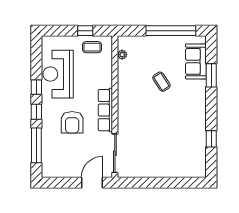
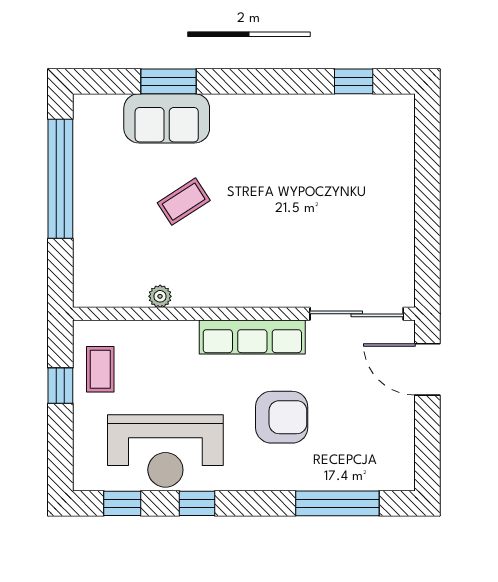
plant: (122, 55) -> (160, 296), moved
sofa: (196, 61) -> (167, 118), moved
window: (36, 112) -> (122, 503), moved
window: (211, 139) -> (354, 81), moved

